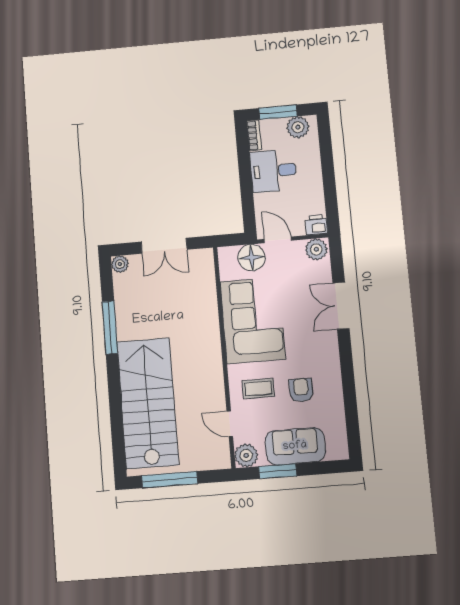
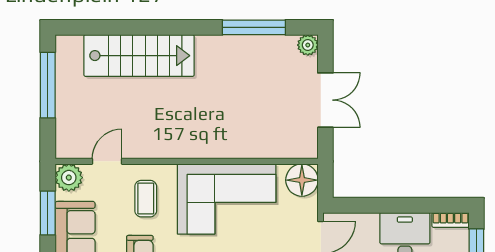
double door: (164, 246) -> (325, 100), swing flipped
floor lamp: (252, 258) -> (302, 180), moved
window: (110, 328) -> (254, 27), moved
stairs: (148, 403) -> (139, 56), width x0.73, depth x0.66

